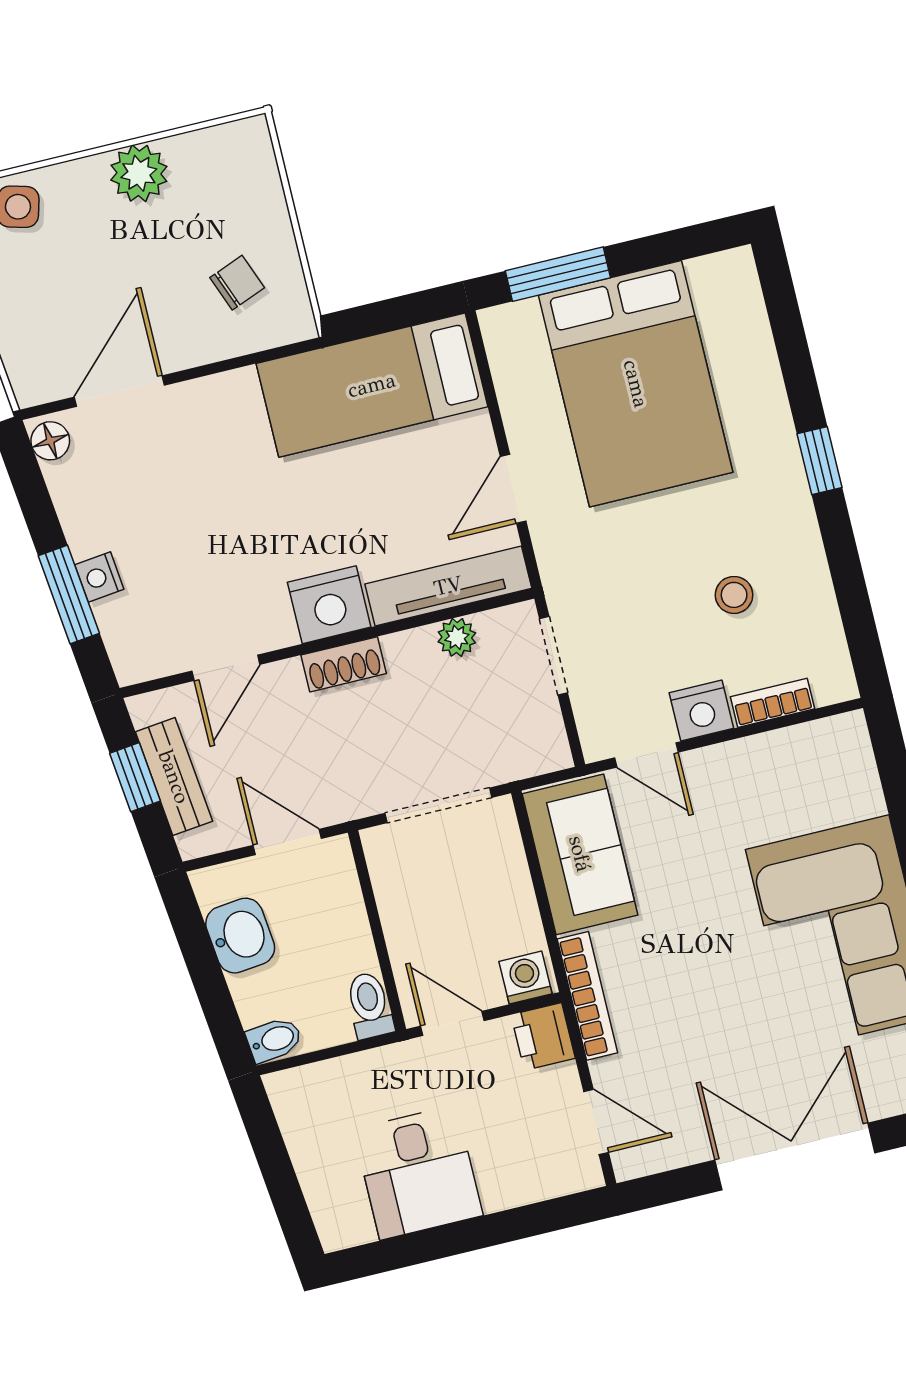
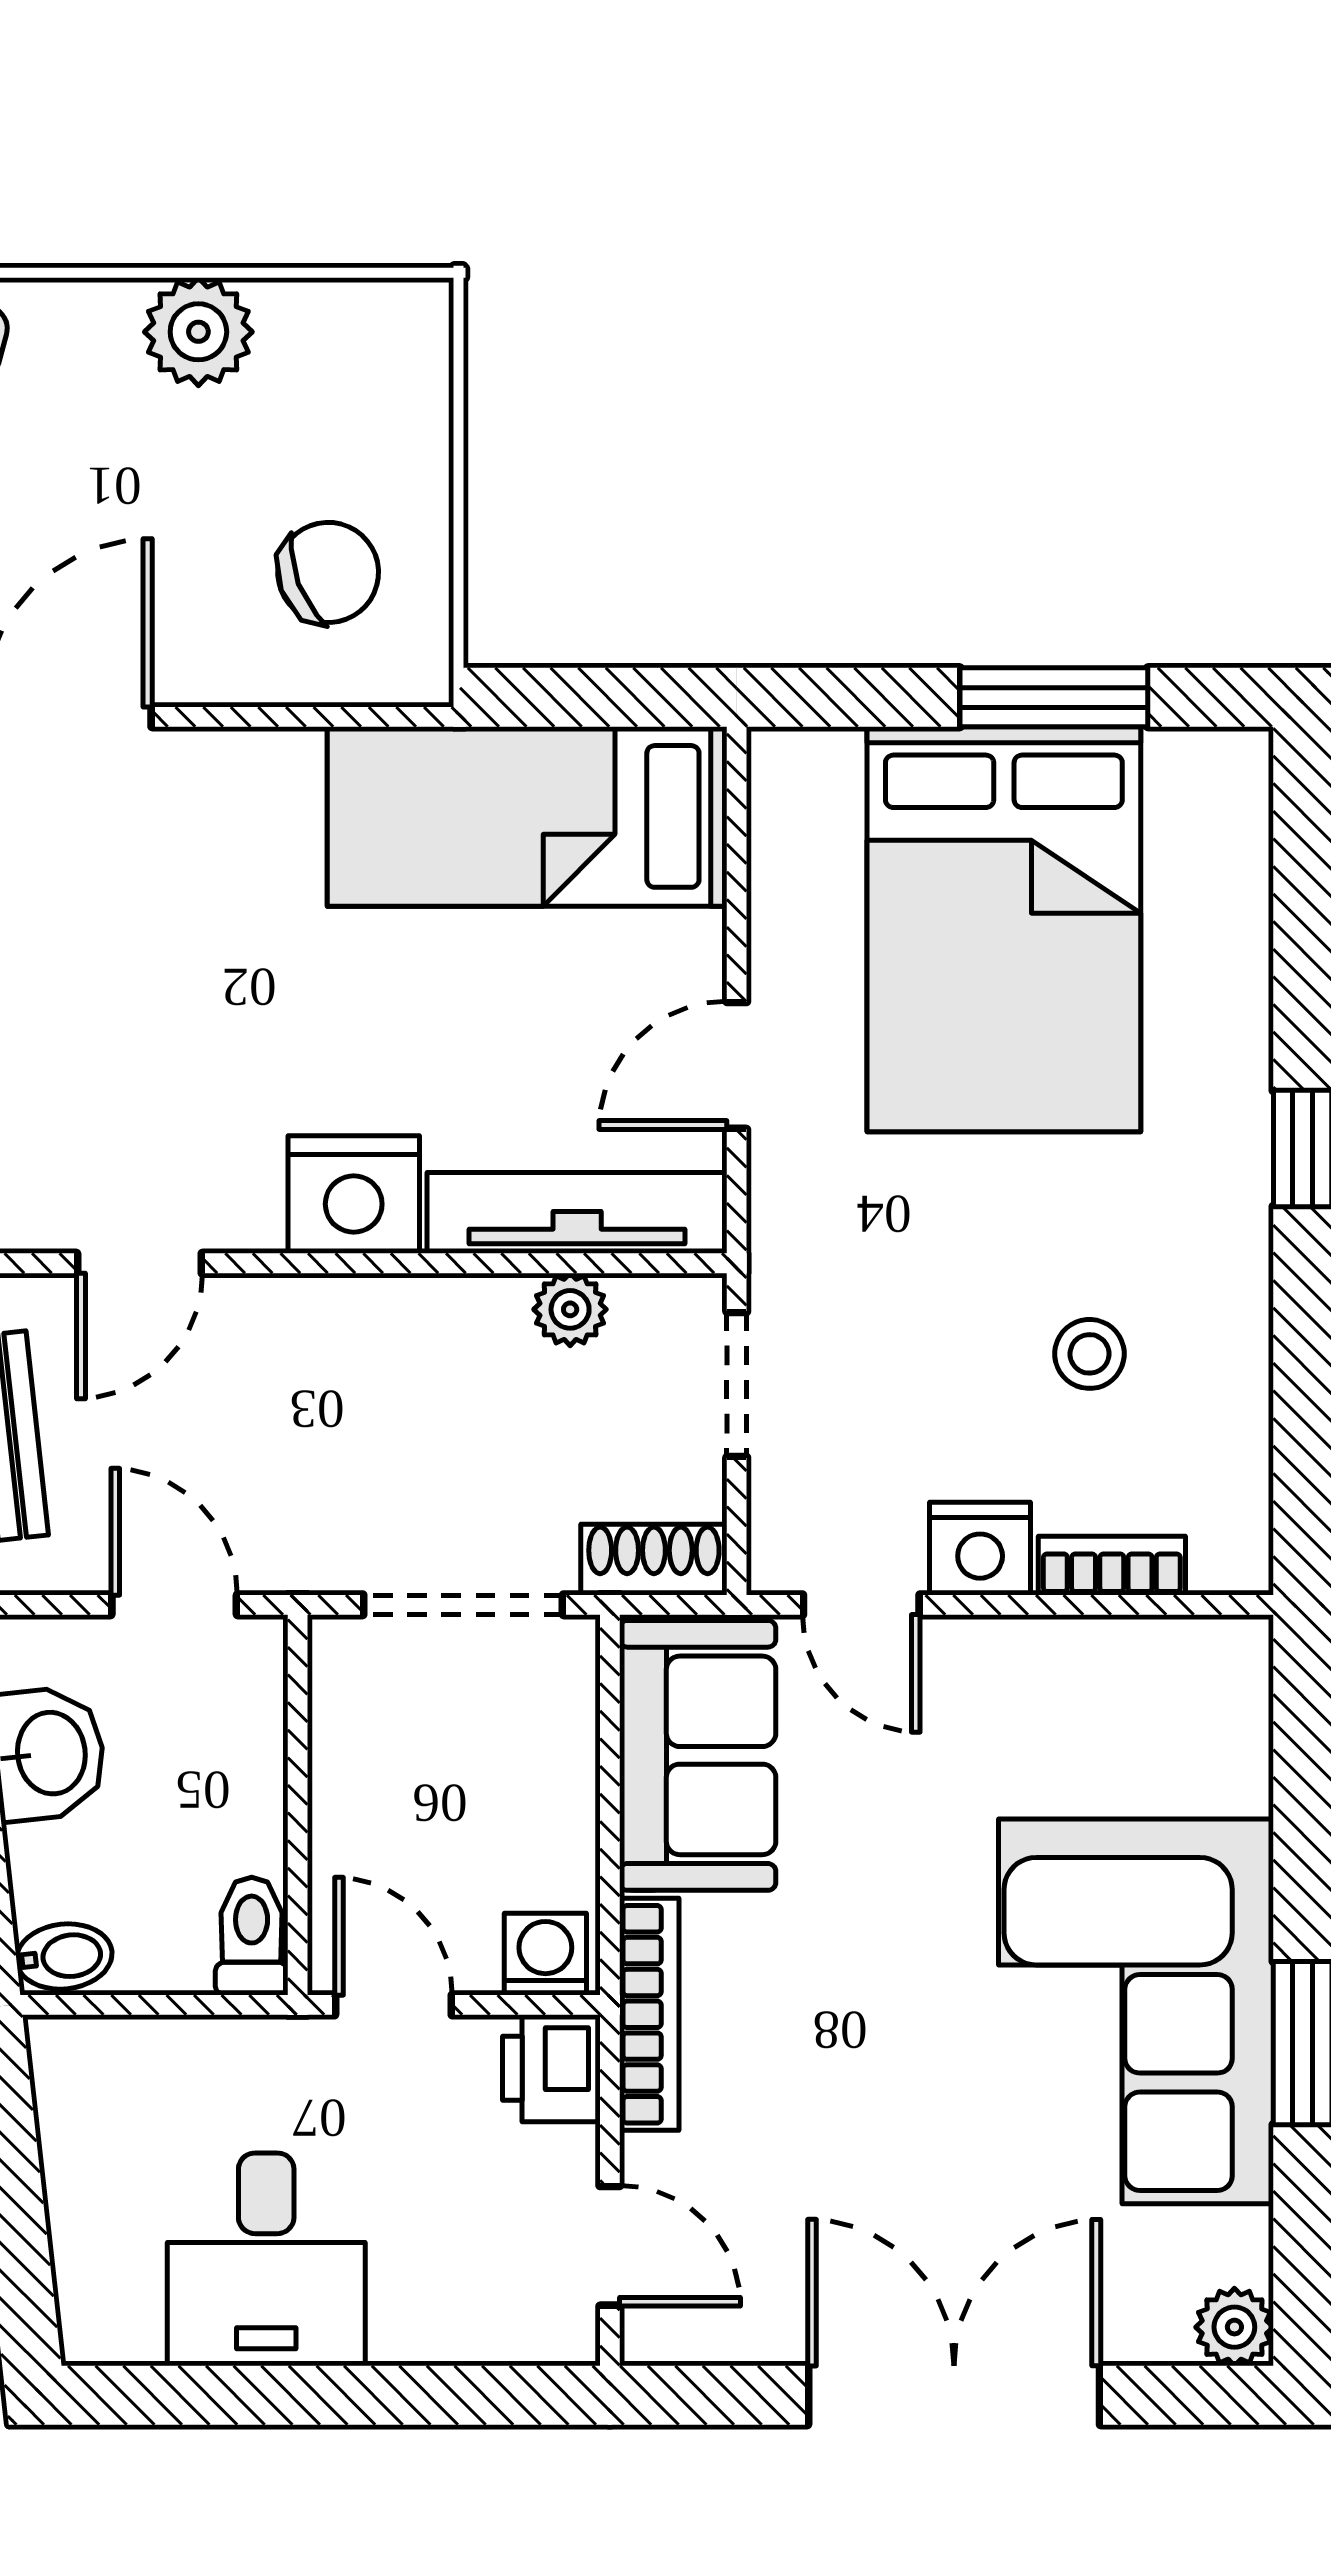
window: (558, 274) -> (1054, 697), moved
chair: (237, 283) -> (328, 572), width x1.37, depth x1.37
shoe rack: (344, 664) -> (654, 1560), moved, turned 180

